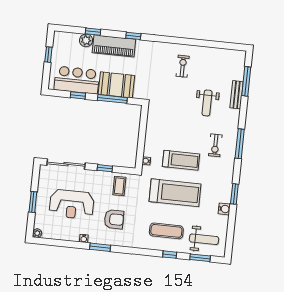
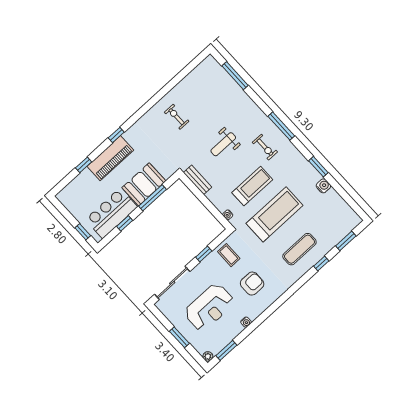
plant: (86, 40) -> (86, 177), removed
window: (48, 55) -> (83, 232), moved
bench: (237, 95) -> (198, 180), moved
weight bench: (207, 103) -> (223, 144), moved, turned 90
weight bench: (204, 239) -> (334, 224), removed
window: (100, 247) -> (226, 350), moved

